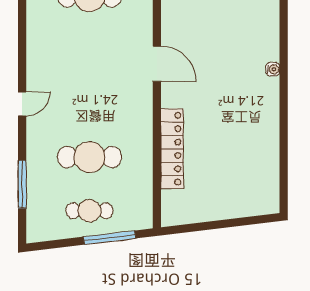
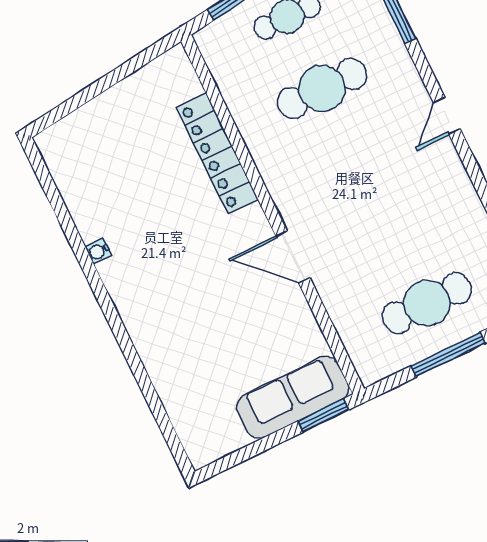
water cooler: (273, 69) -> (98, 251), moved

